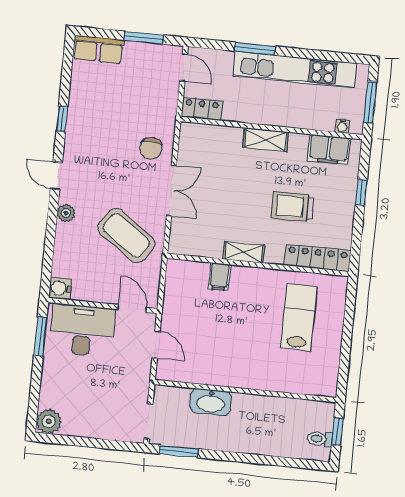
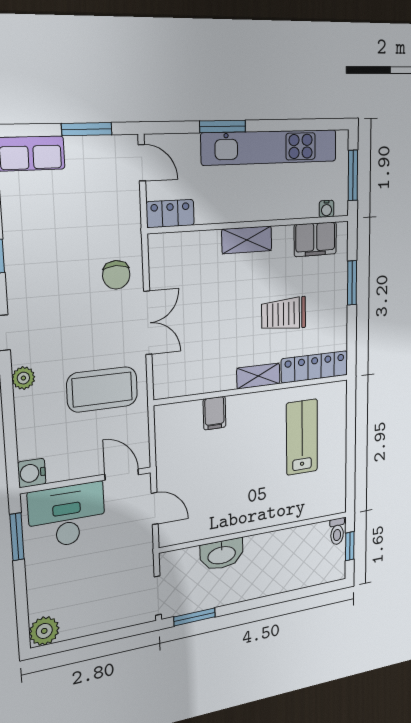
window: (361, 192) -> (352, 283), width x1.50
coffee table: (126, 235) -> (102, 389), turned -36
shelving: (244, 252) -> (258, 376), moved
toilet: (320, 439) -> (337, 531), moved, turned -90

